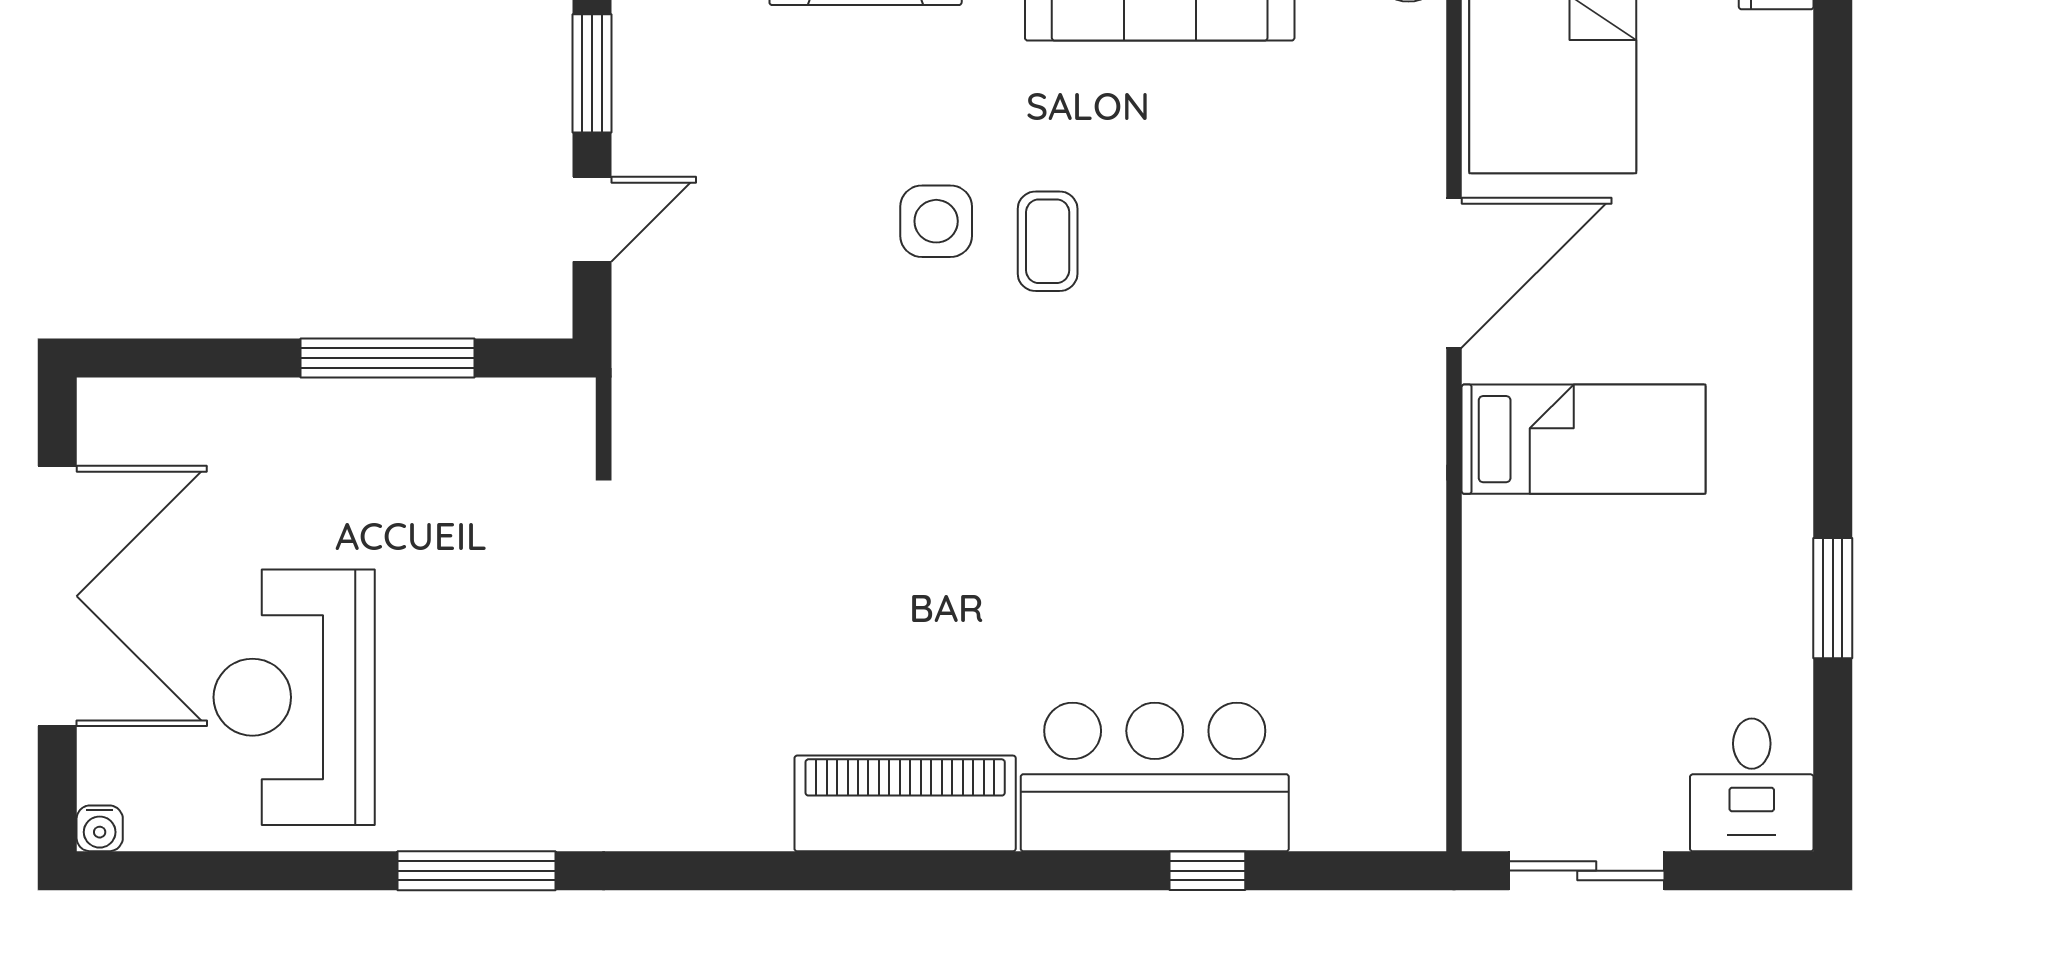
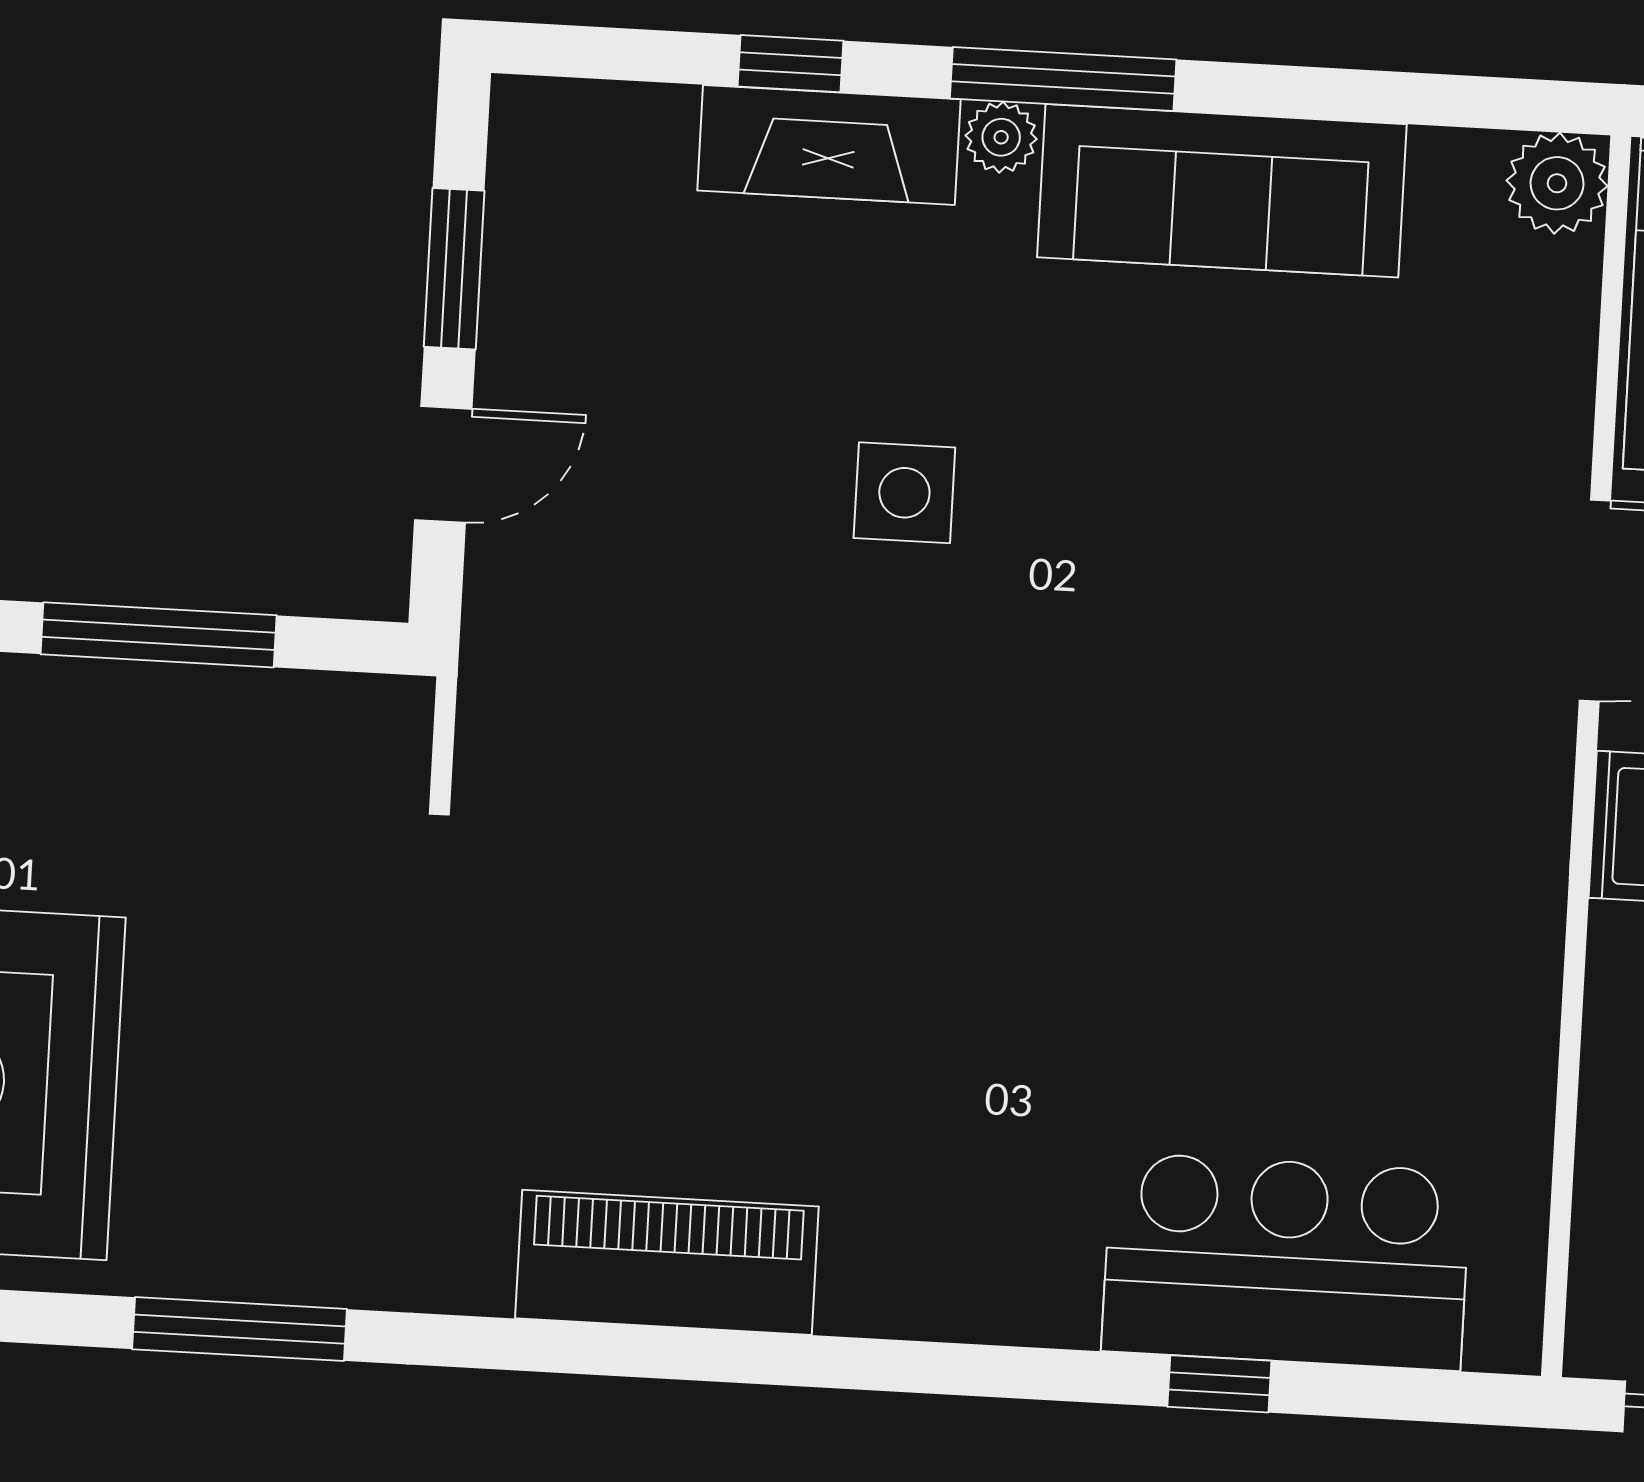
coffee table: (1048, 241) -> (1052, 528), removed
bar counter: (1155, 777) -> (1286, 1262), moved
piano: (905, 803) -> (667, 1262), moved

